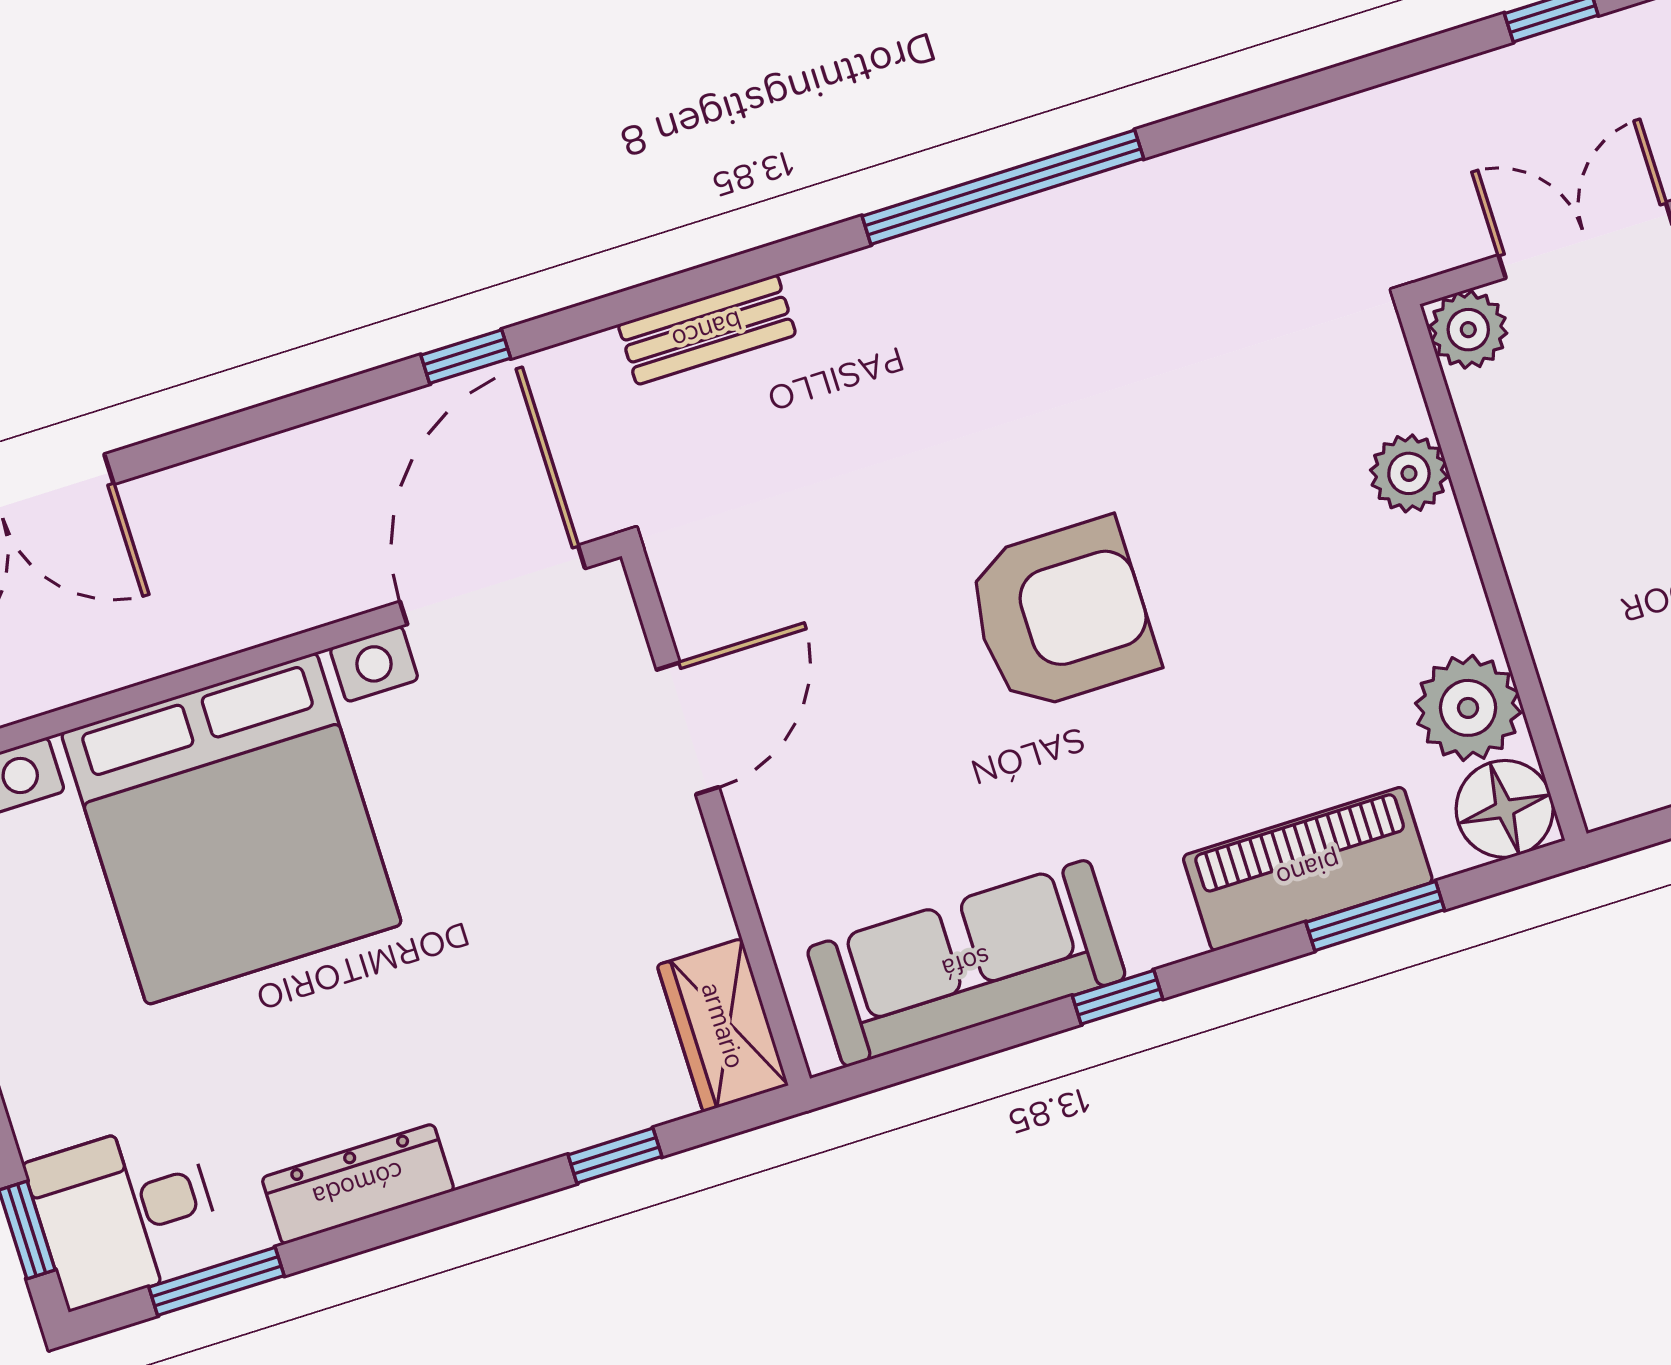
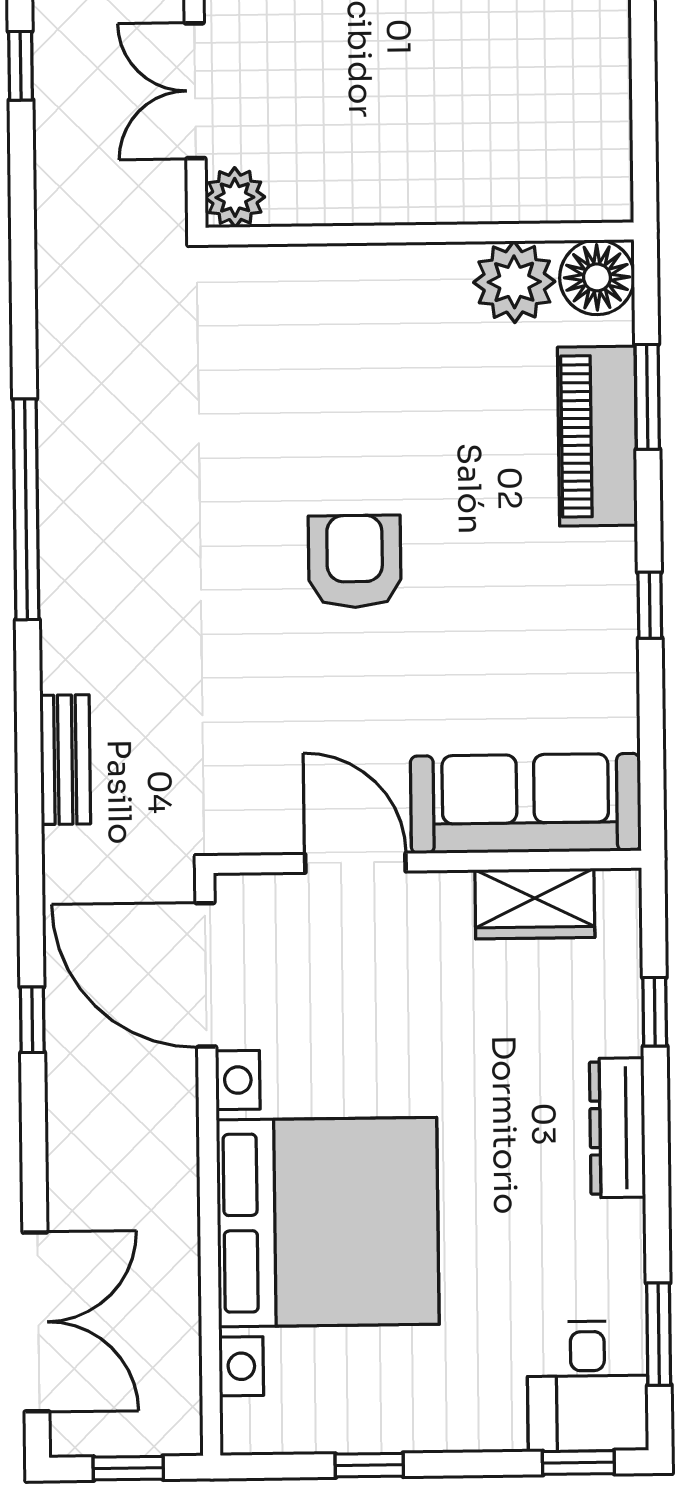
window: (466, 357) -> (32, 1020), moved
plant: (1409, 473) -> (328, 273), removed
armchair: (1061, 615) -> (355, 561), width x0.73, depth x0.73
sofa: (966, 963) -> (525, 803), moved, turned 90
wardrobe: (723, 1025) -> (535, 904), moved
dresser: (358, 1184) -> (617, 1128), moved

